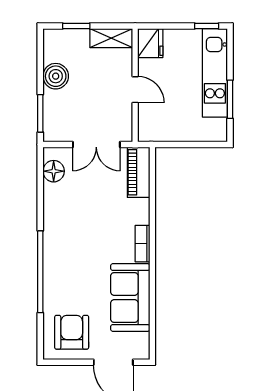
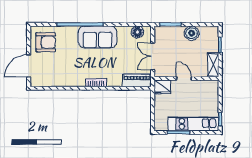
fridge: (150, 43) -> (162, 87), moved
door: (135, 90) -> (184, 78), swing flipped
sofa: (130, 297) -> (98, 37), moved, turned 180

